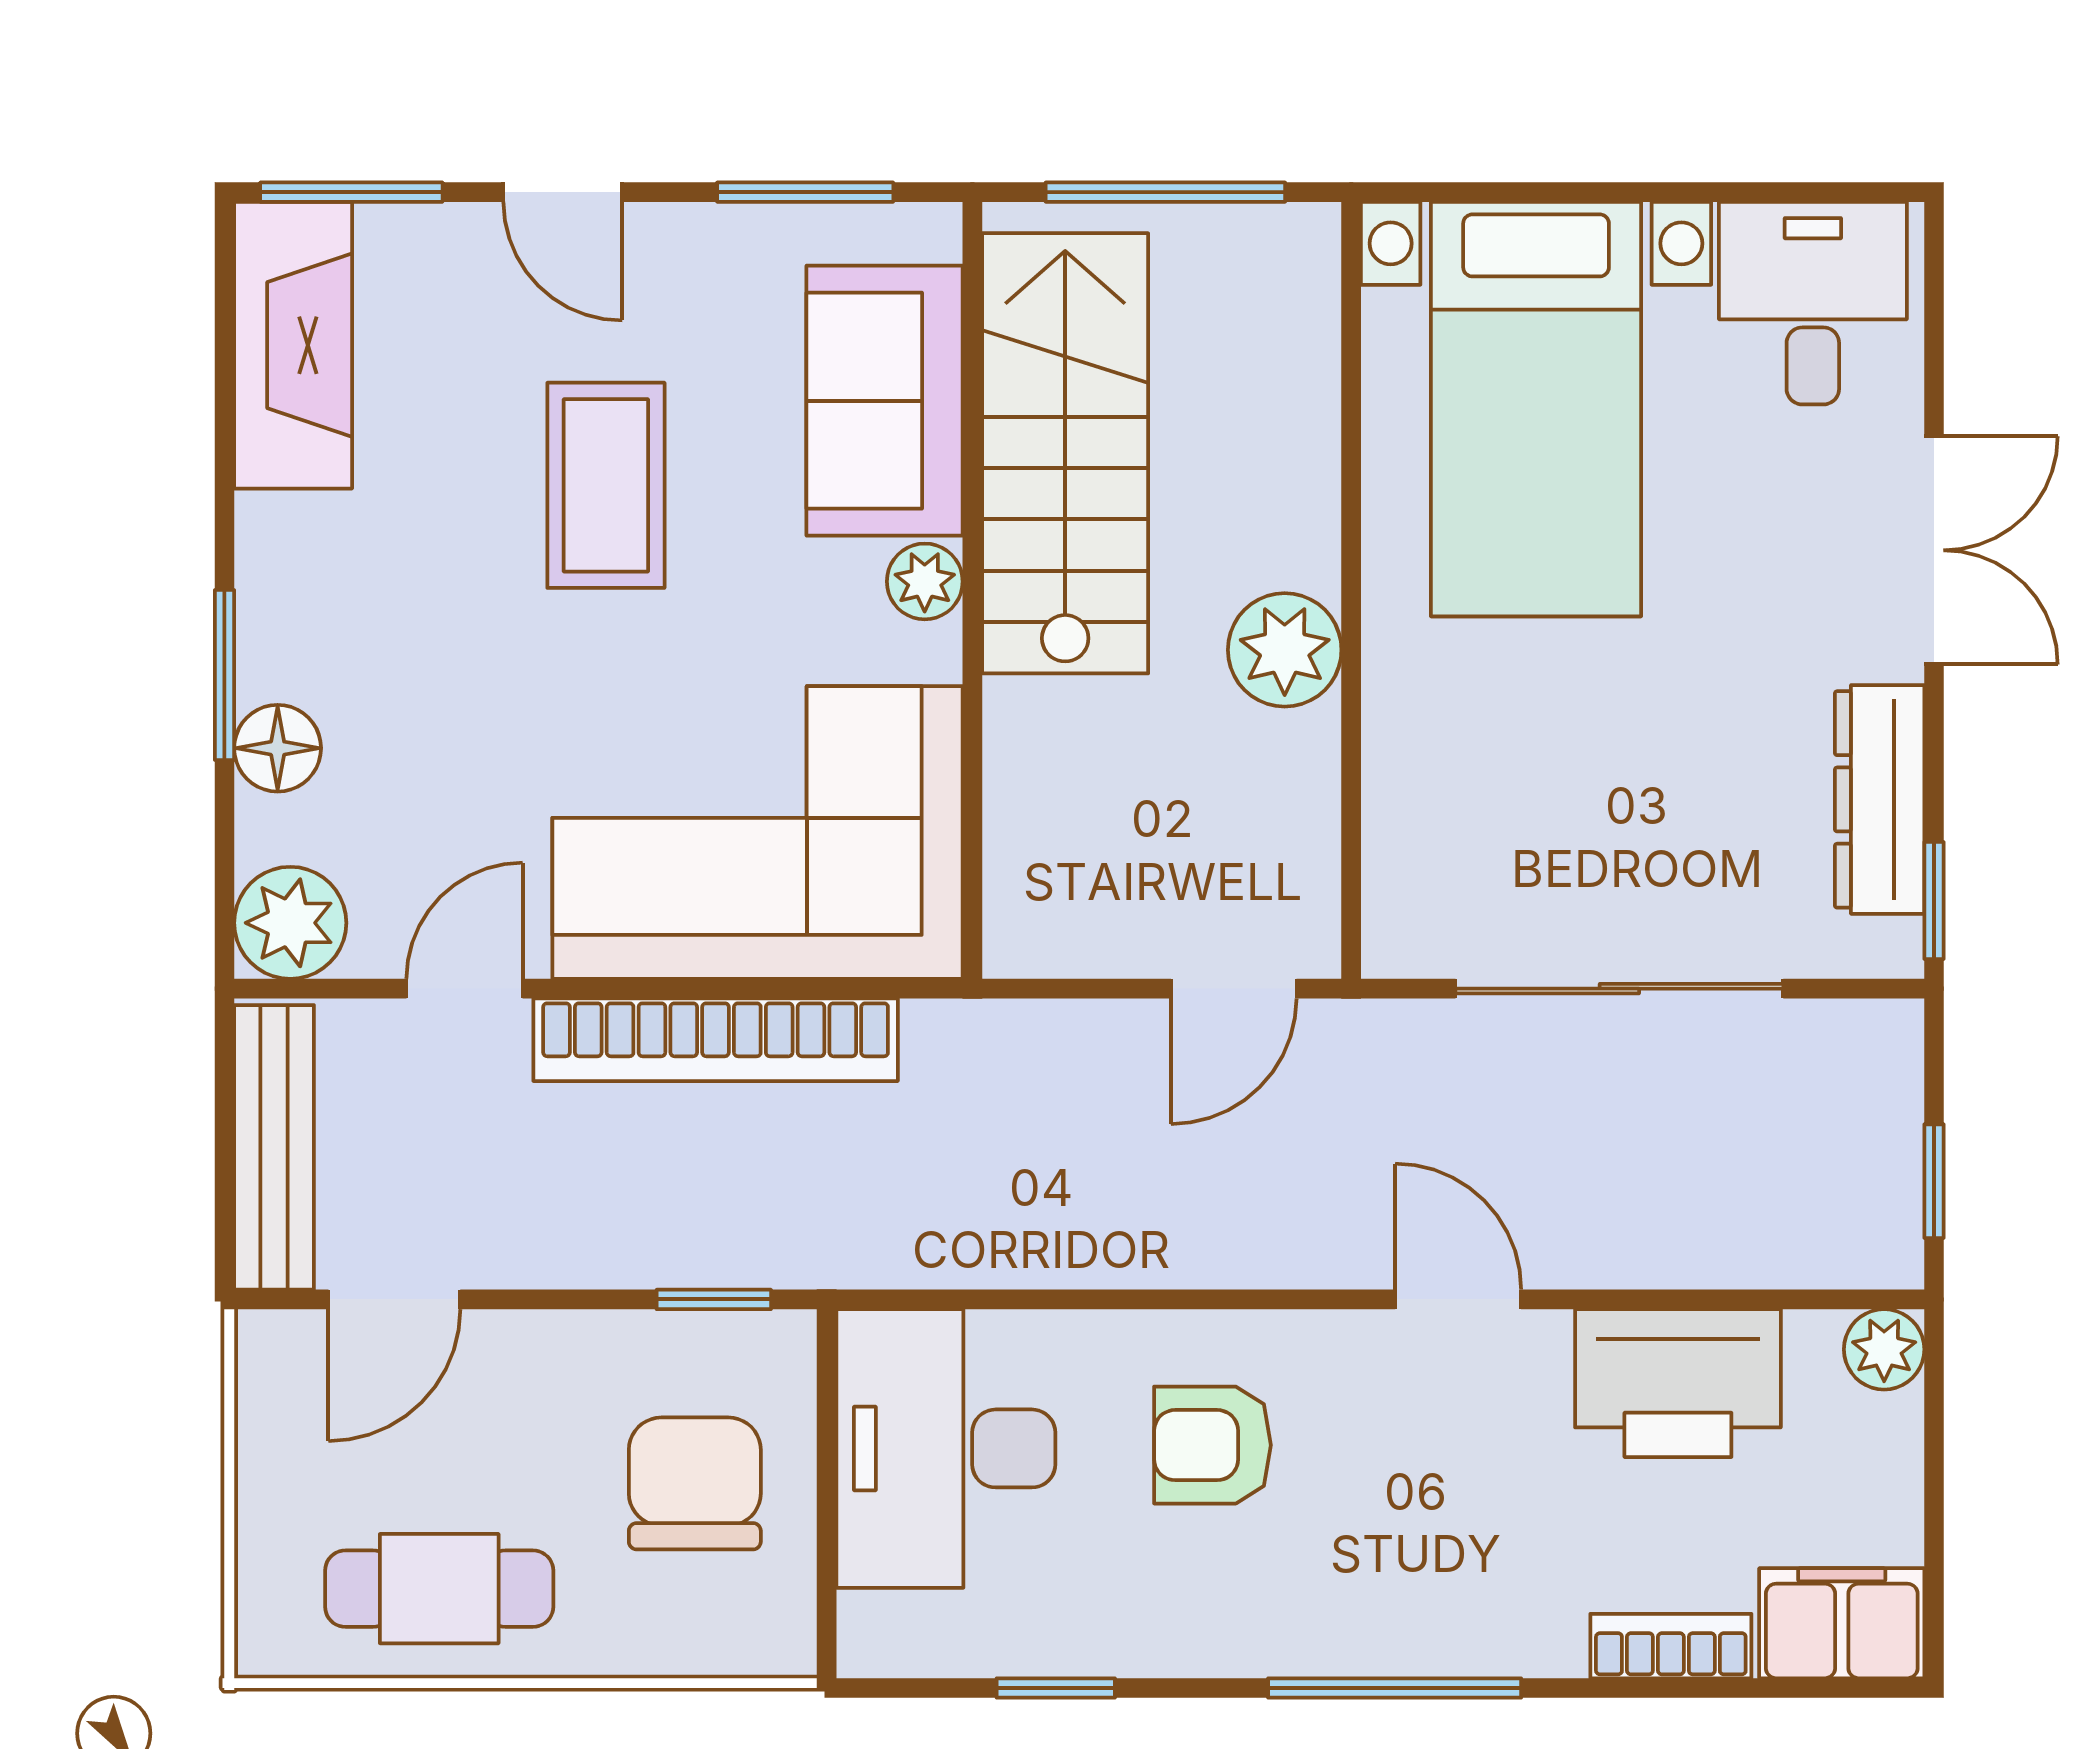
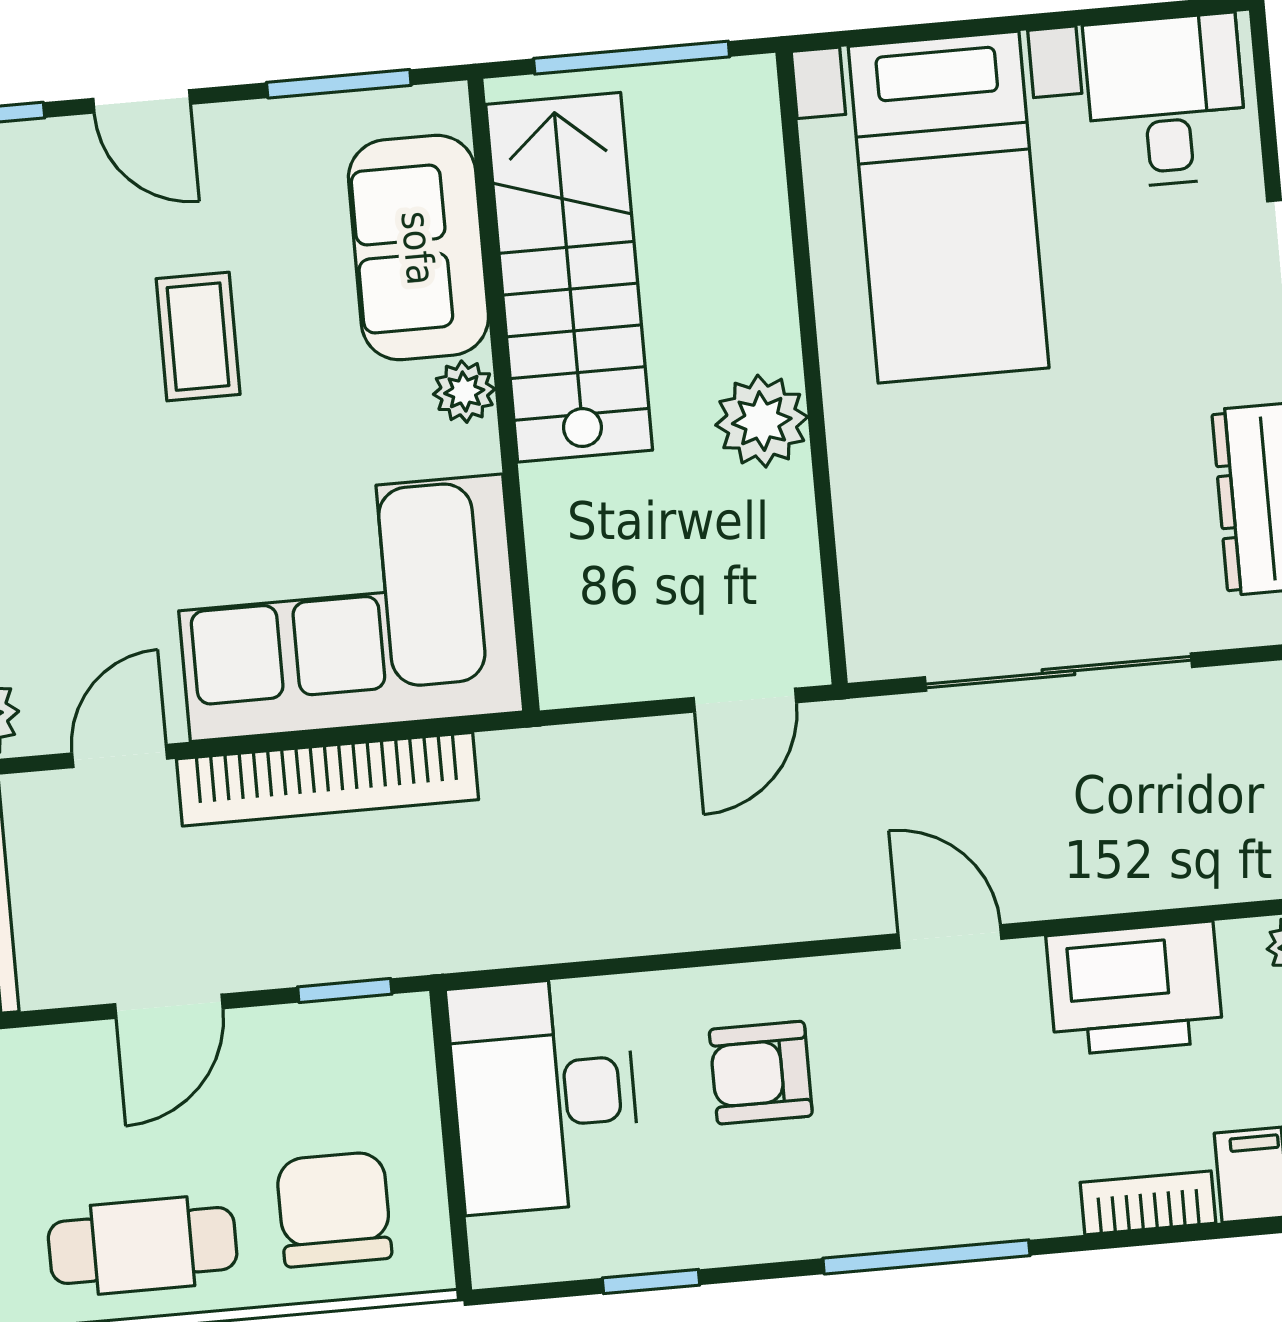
coffee table: (606, 485) -> (198, 337), width x0.73, depth x0.77
door: (394, 1299) -> (169, 1006), moved
chair: (695, 1483) -> (334, 1209), moved

